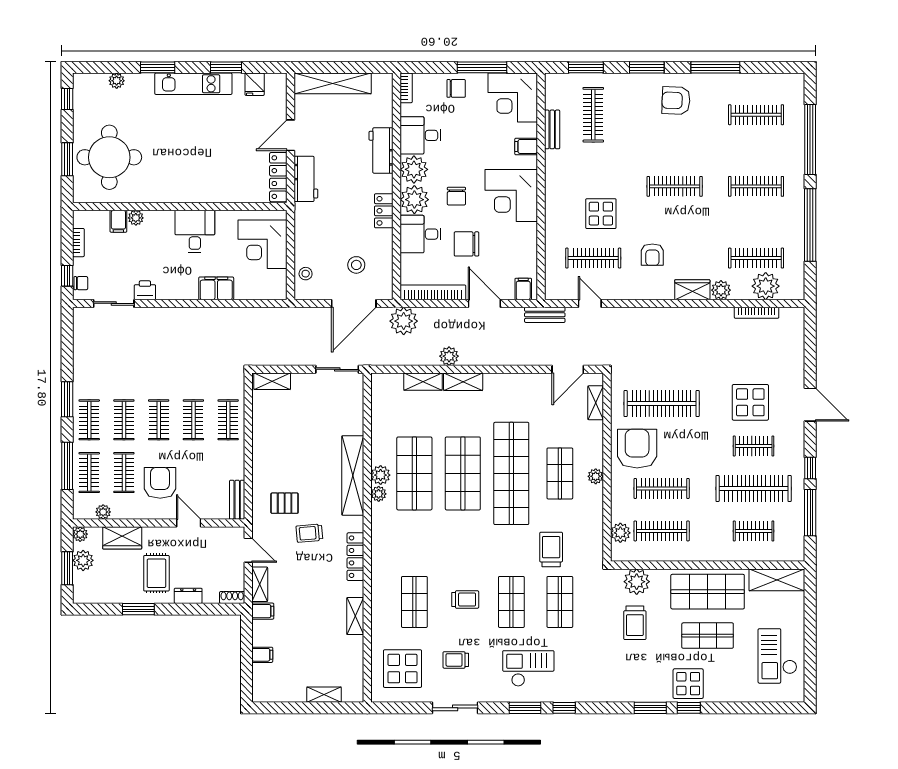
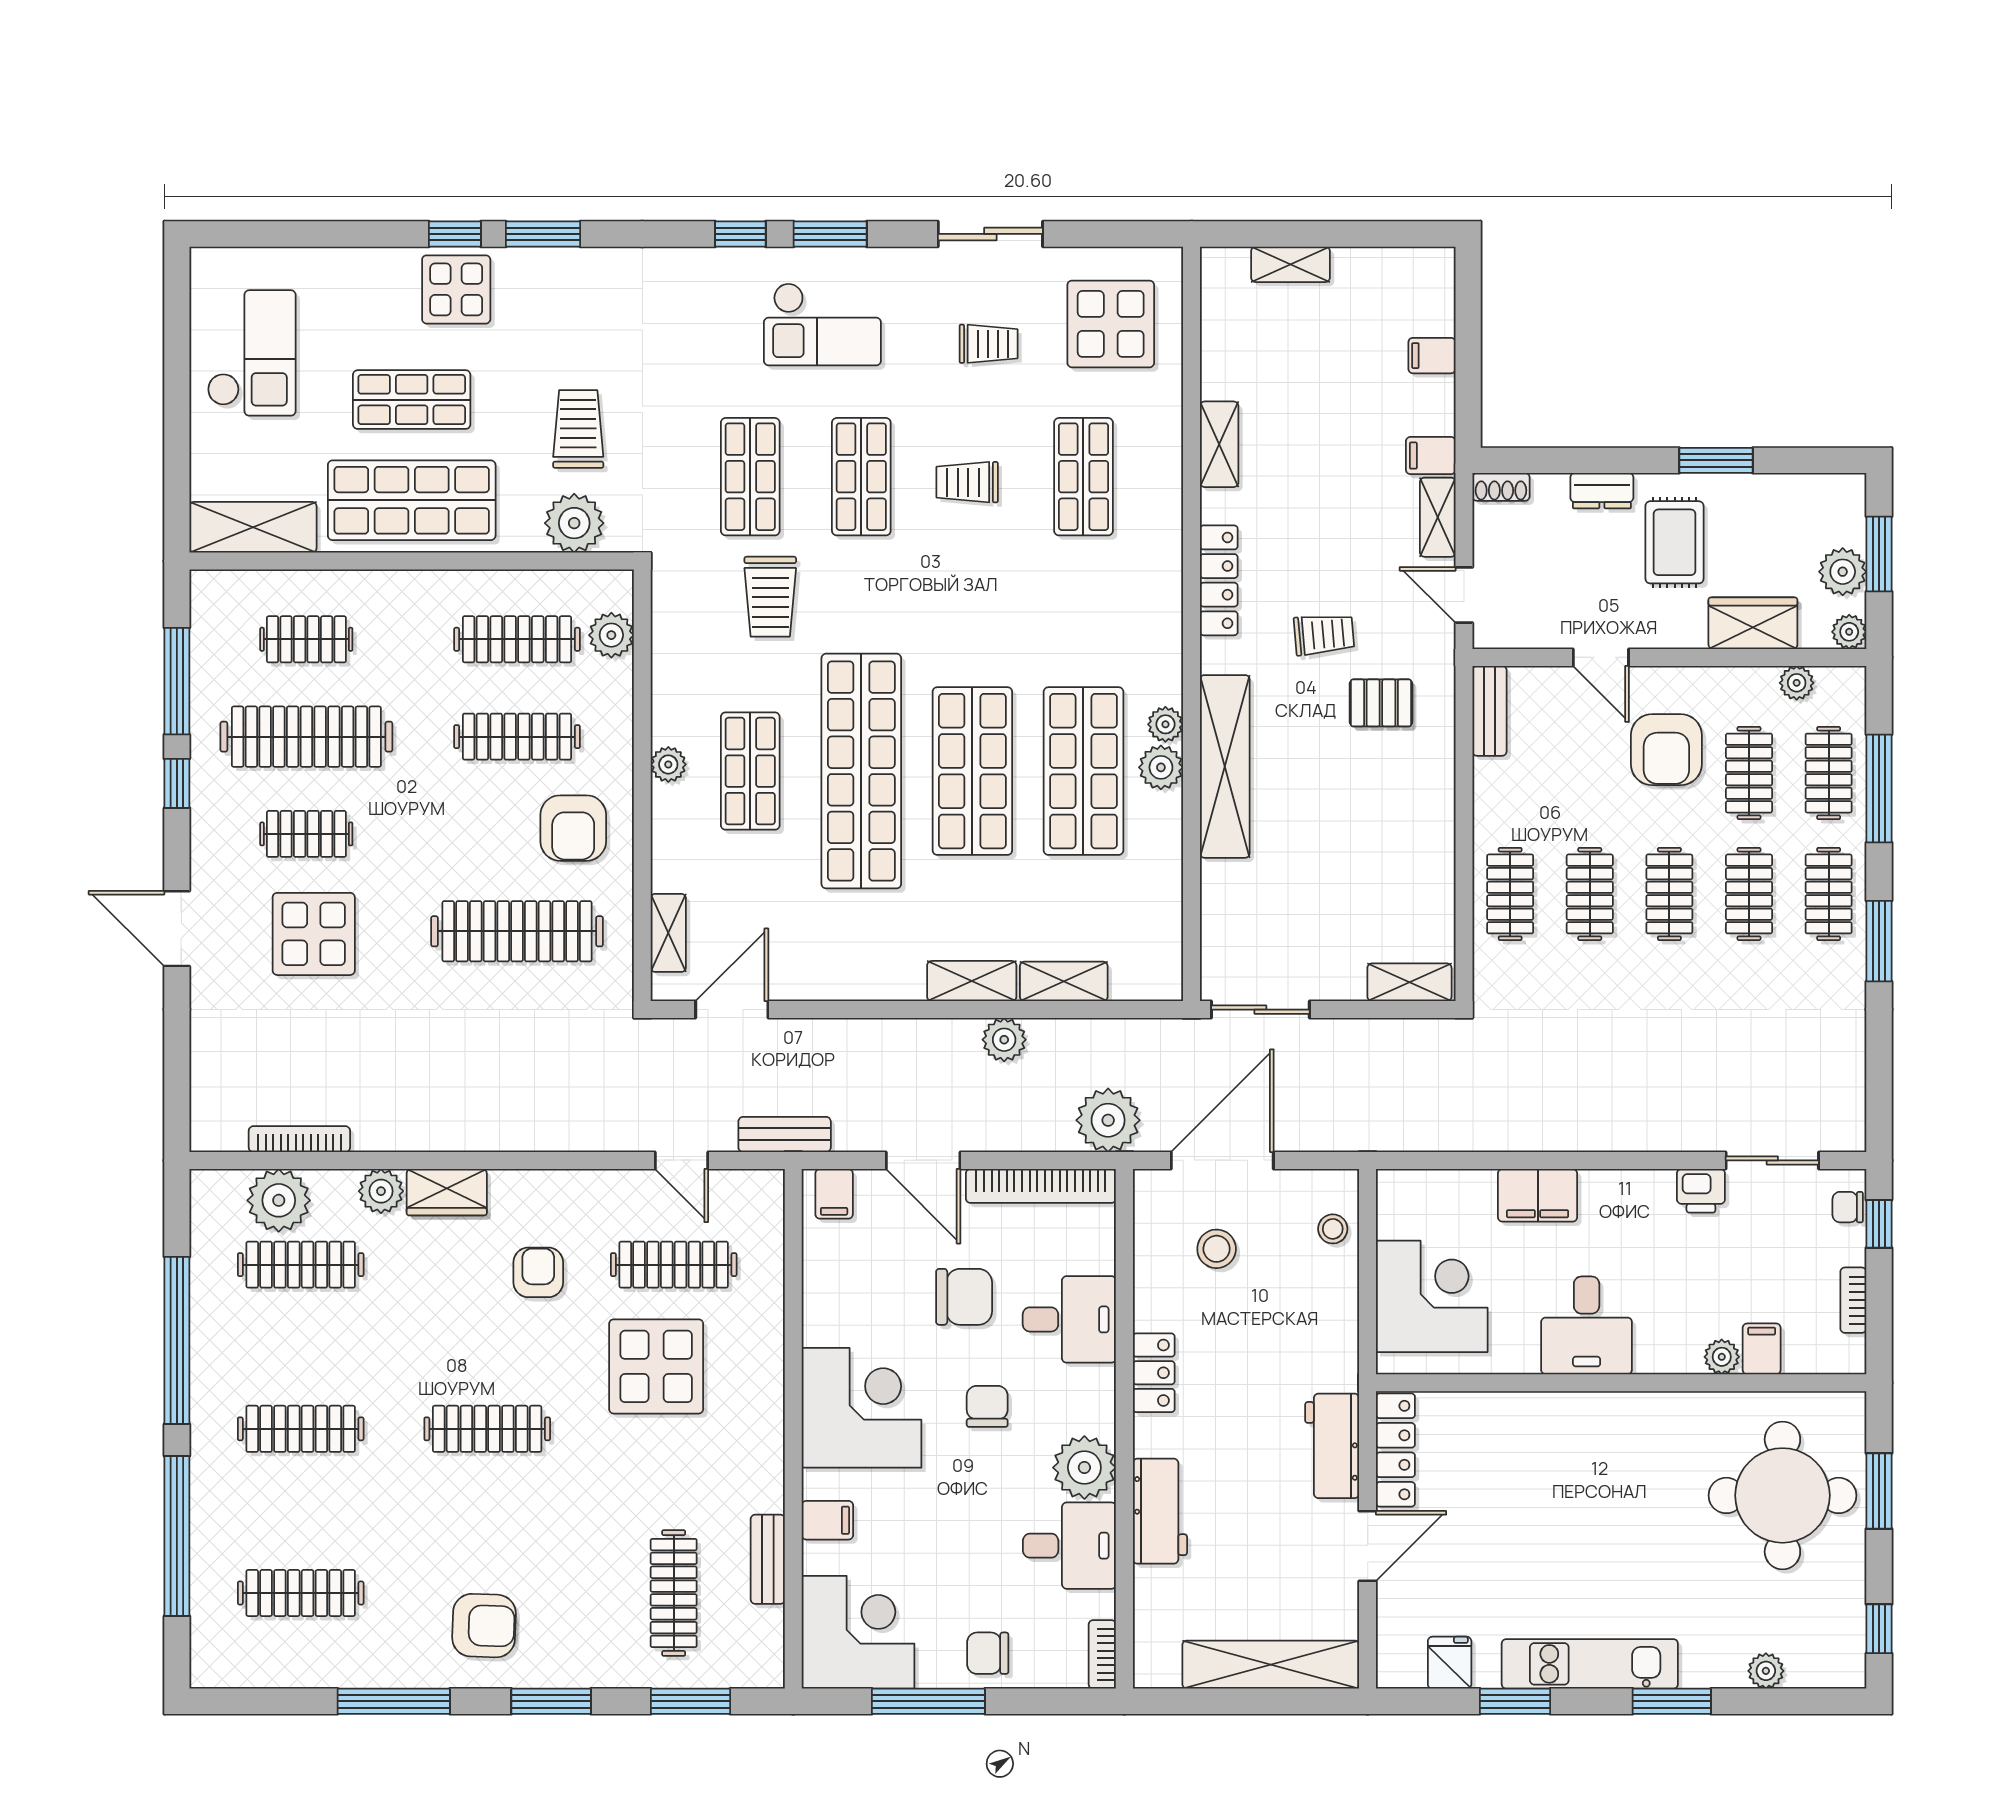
plant: (414, 200) -> (1083, 1399), removed
display table: (601, 214) -> (656, 1366), width x1.36, depth x1.36
armchair: (637, 449) -> (573, 828), width x0.73, depth x0.73

